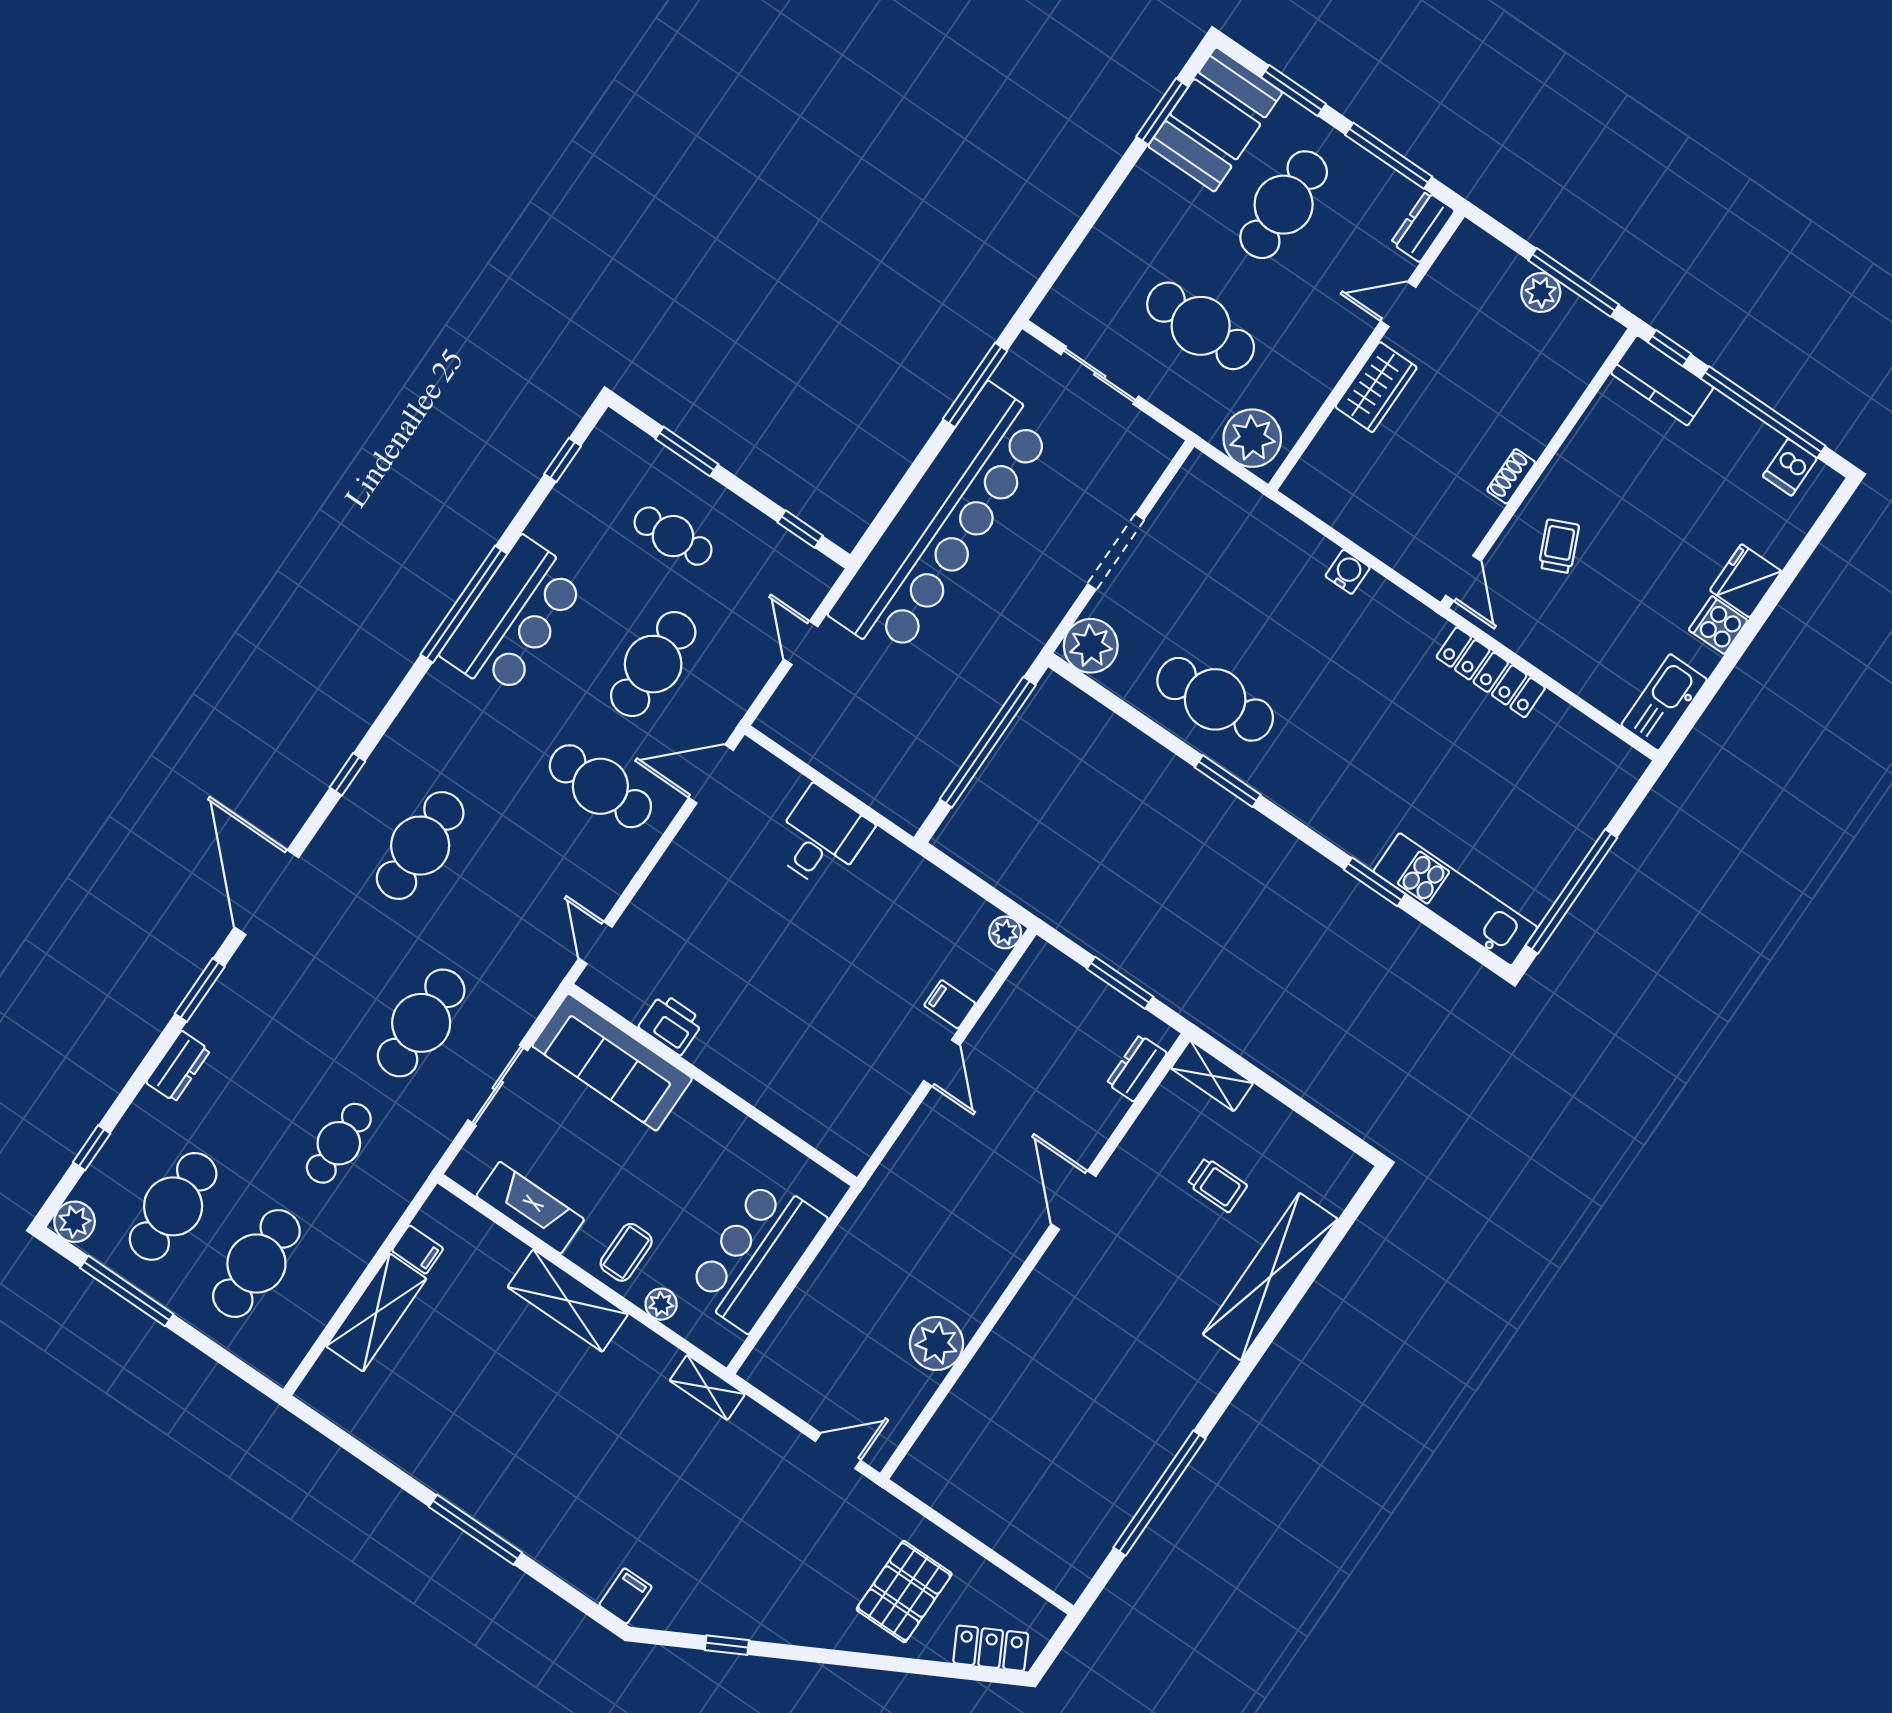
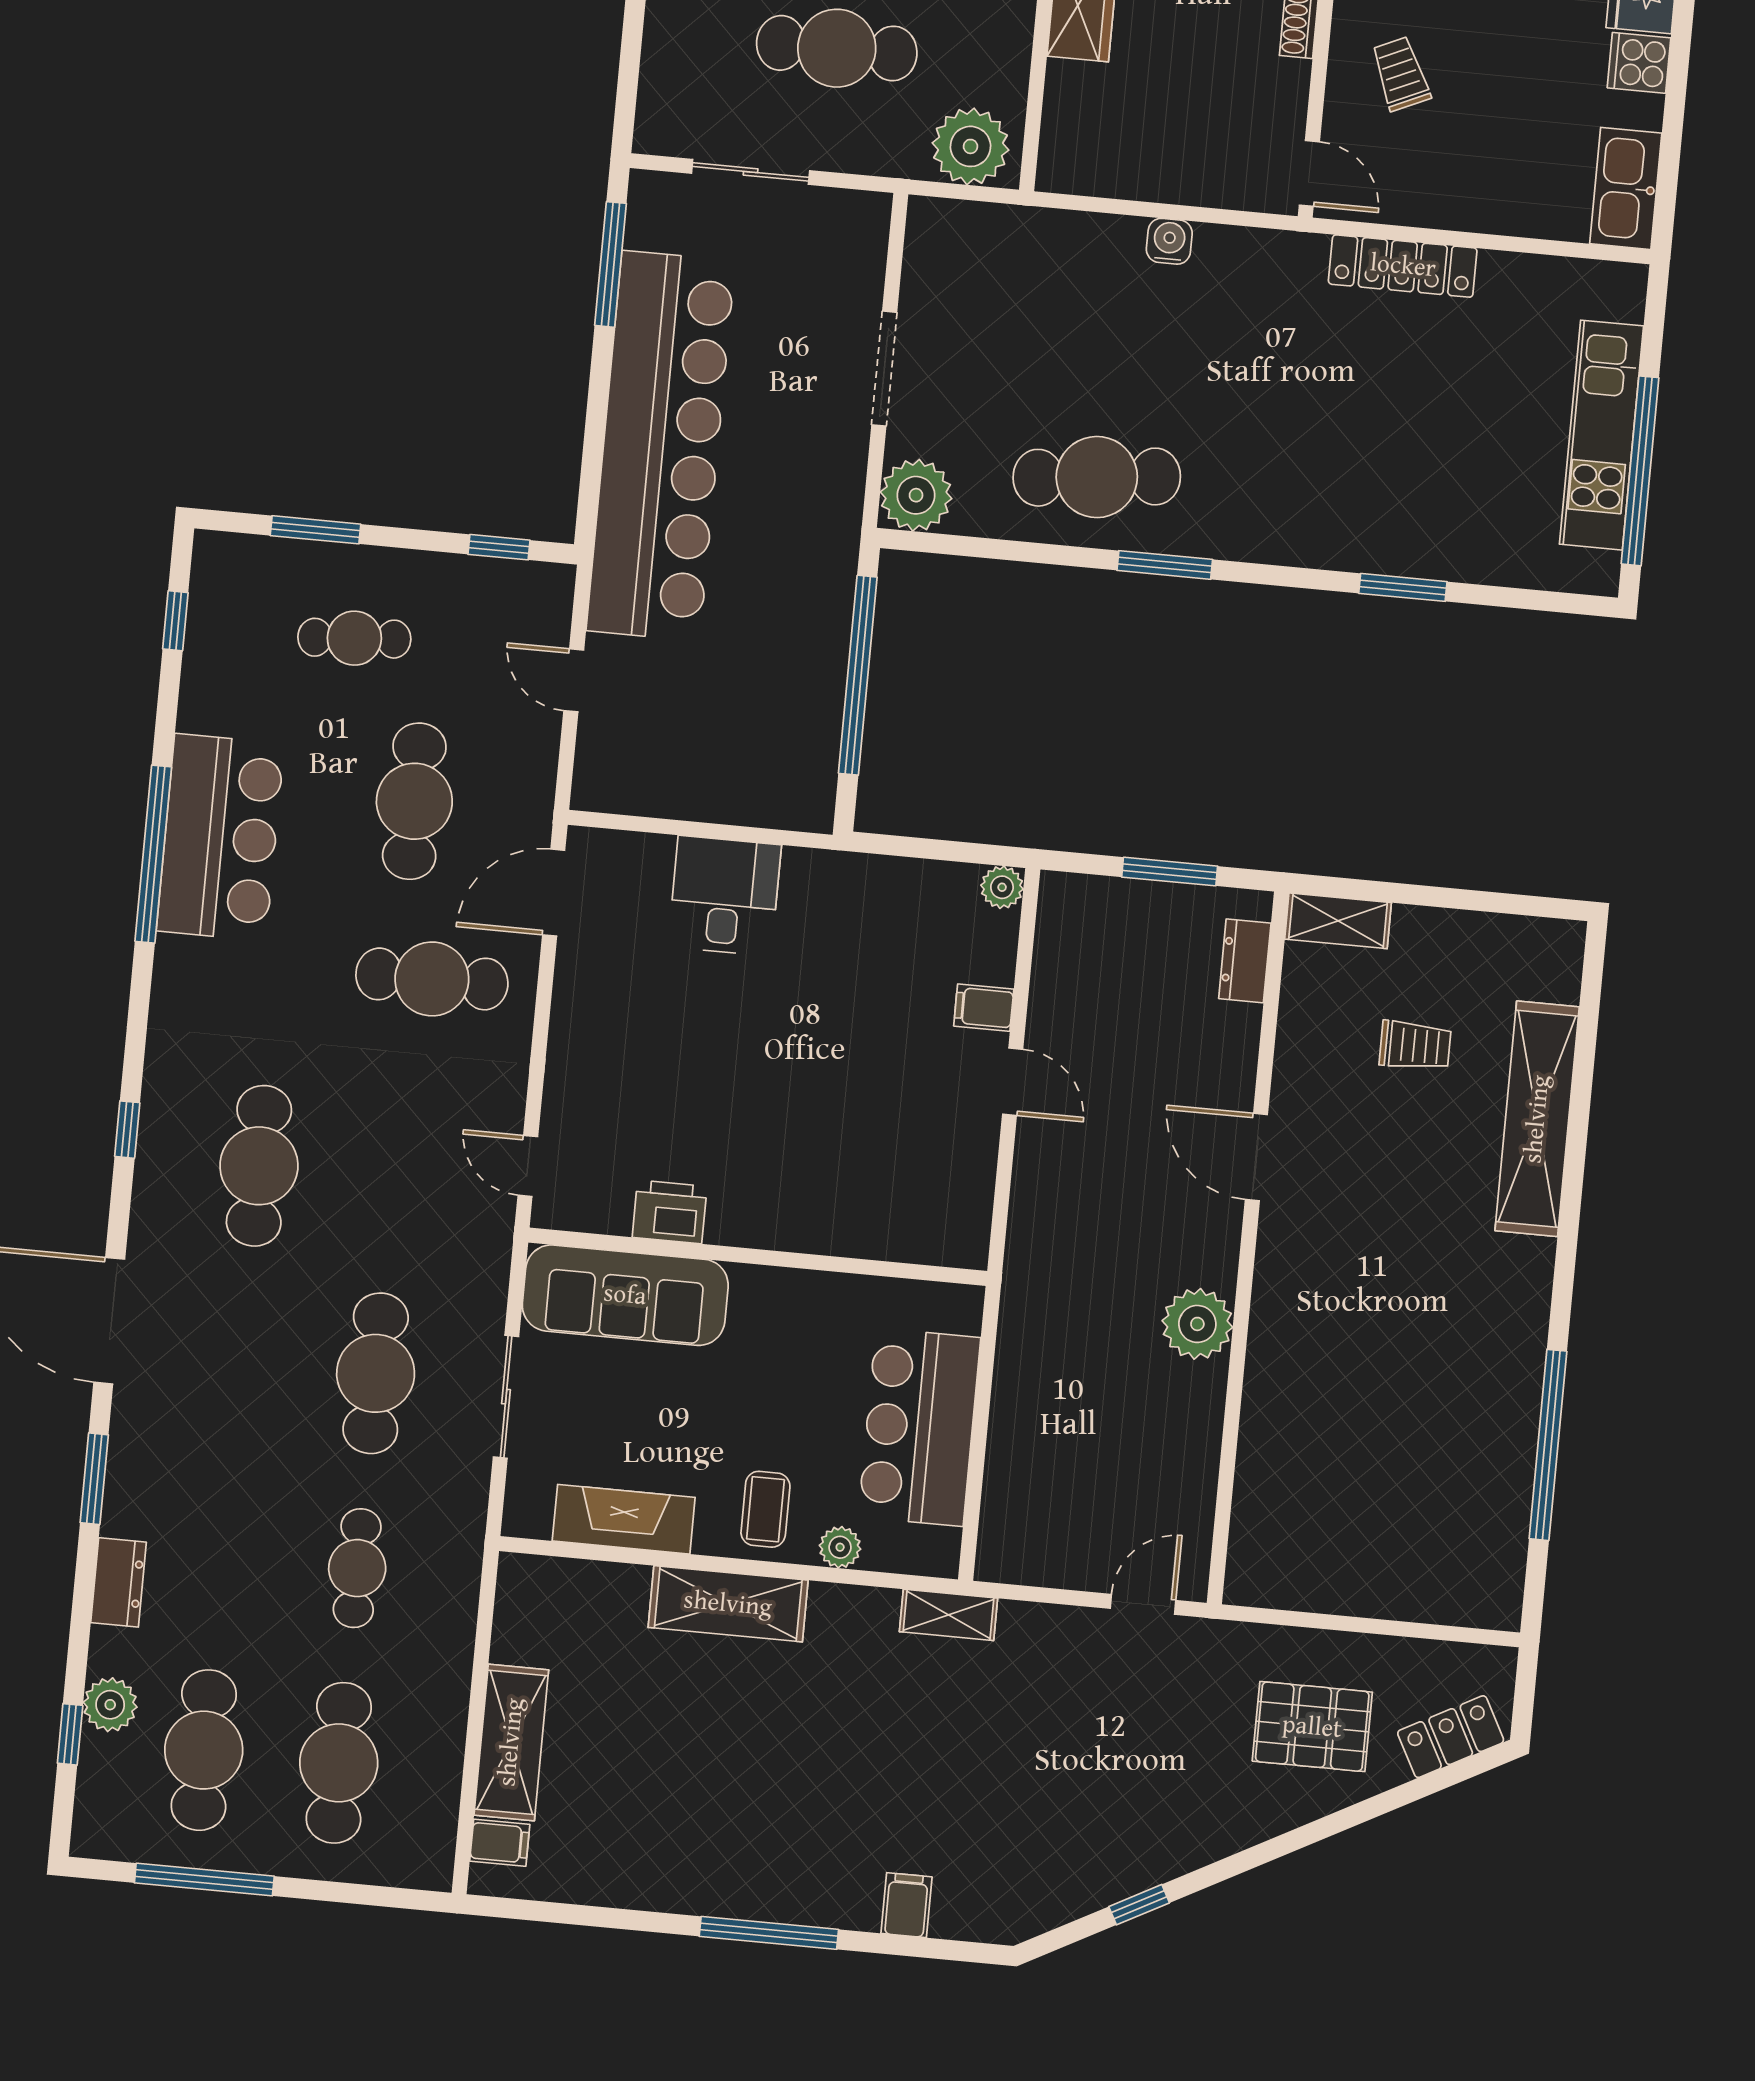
kitchen unit: (1455, 899) -> (1602, 435), moved, turned -90
plant: (75, 1222) -> (110, 1705), moved
filing cabinet: (418, 1250) -> (500, 1843), moved
plant: (937, 1343) -> (1197, 1324), moved
pallet: (904, 1592) -> (1312, 1727), turned 90
filing cabinet: (626, 1596) -> (907, 1905), moved

